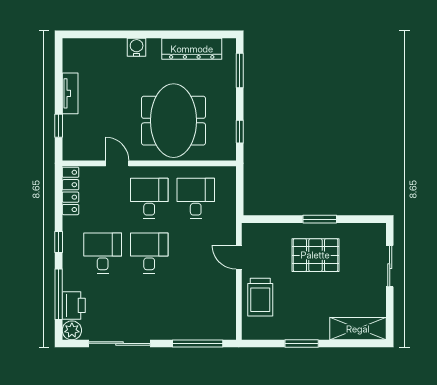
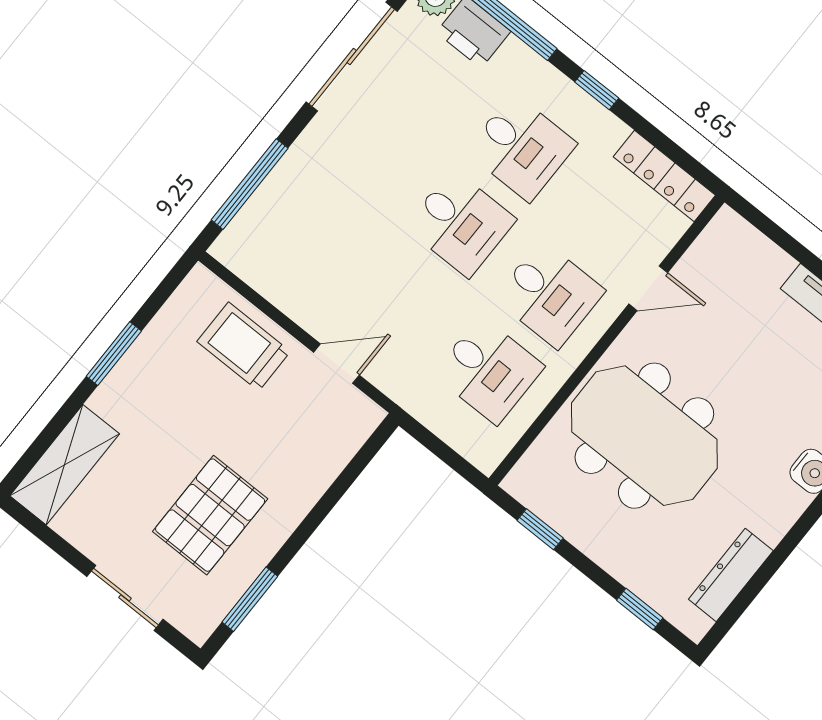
dresser: (192, 49) -> (731, 575), width x0.73, depth x0.80
window: (240, 70) -> (640, 609), width x0.67
window: (59, 126) -> (786, 242), removed
window: (320, 219) -> (250, 599), moved
pallet: (315, 255) -> (210, 515), moved

